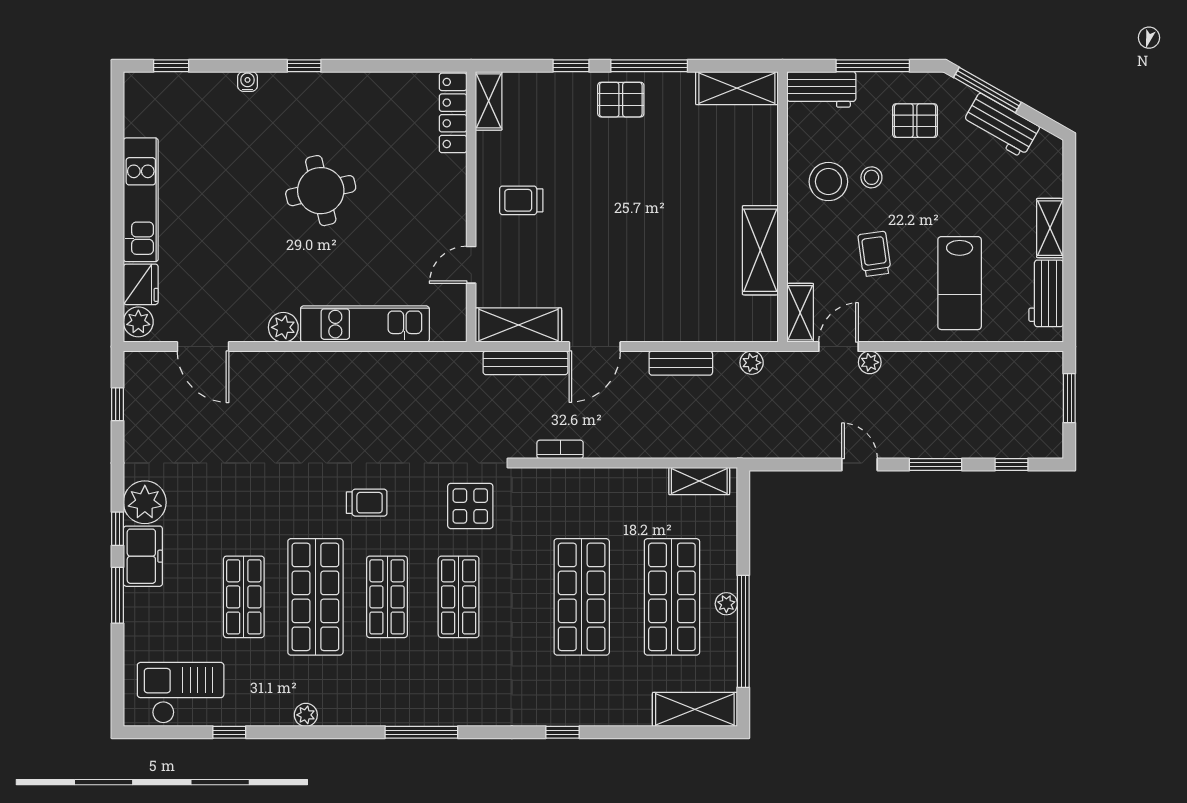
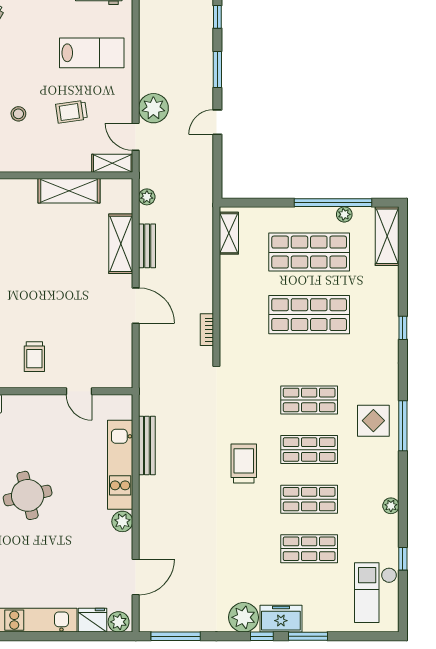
stool: (828, 182) -> (21, 144), removed
shelving: (519, 325) -> (121, 244), moved
plant: (870, 362) -> (153, 108), width x1.88, depth x1.88
bench: (525, 363) -> (147, 445), moved
window: (118, 404) -> (176, 636), width x2.17
trolley: (367, 503) -> (244, 464), width x1.36, depth x1.39
display table: (470, 506) -> (373, 421), moved
shop shelf: (315, 597) -> (309, 499), width x0.70, depth x0.74
plant: (726, 604) -> (344, 214), moved

